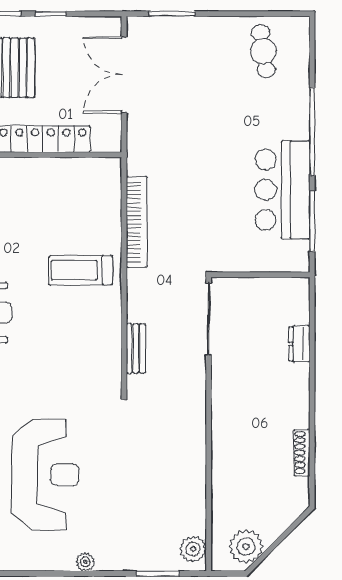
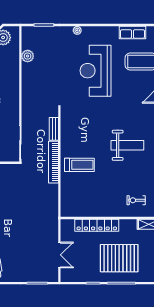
double door: (124, 75) -> (59, 255), width x0.73
bookcase: (137, 222) -> (54, 162), moved
plant: (193, 549) -> (28, 56), moved

